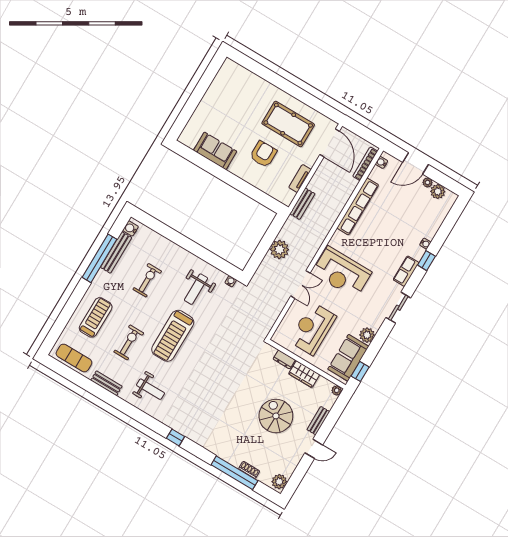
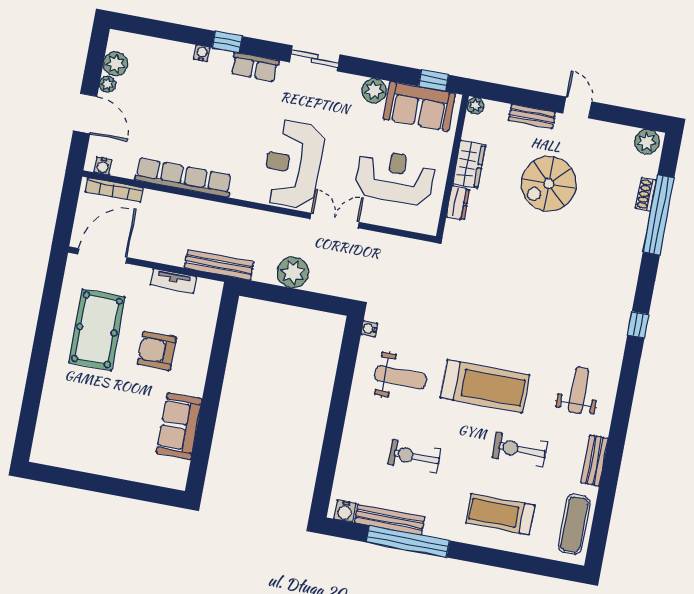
bench: (302, 204) -> (219, 265), width x1.36
reception desk: (342, 272) -> (293, 164), turned 180
reception desk: (313, 329) -> (395, 177), turned 180

